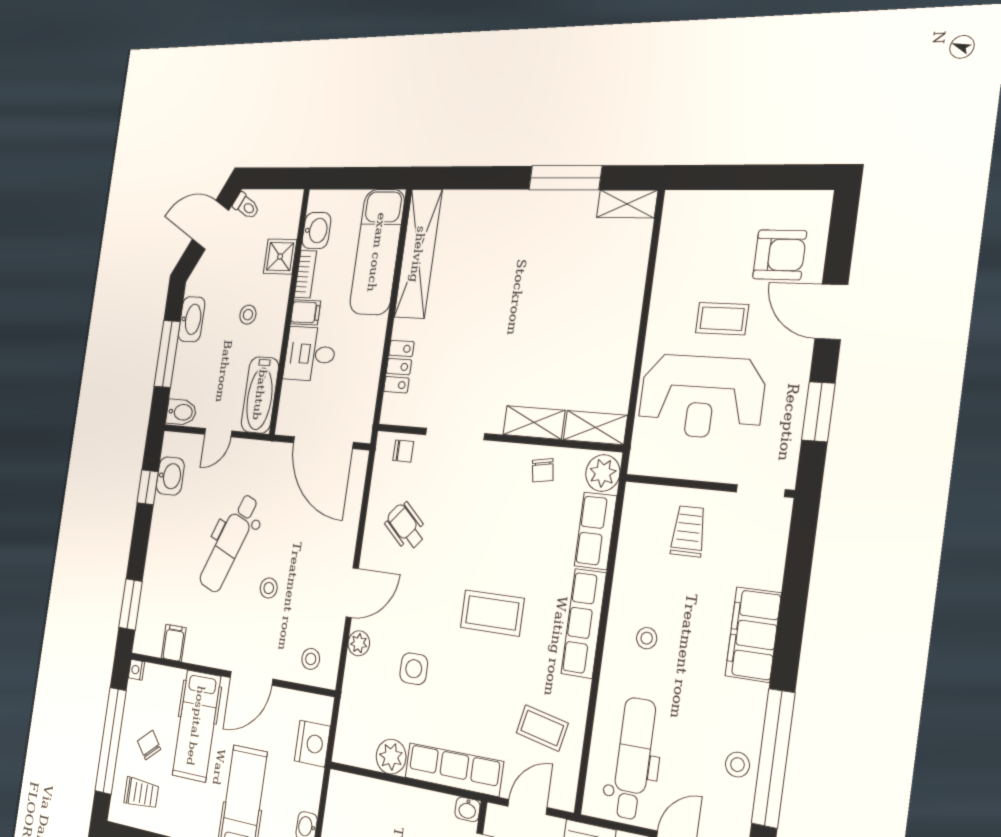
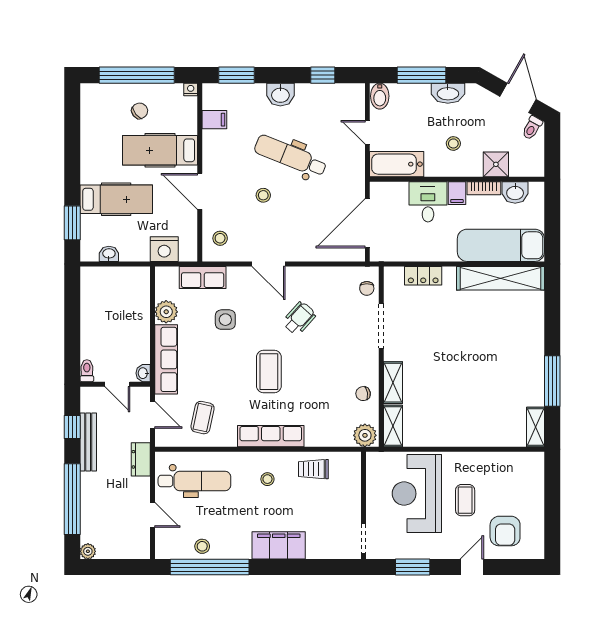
door: (831, 312) -> (472, 567), width x0.73
washbasin: (170, 476) -> (280, 95), moved
wheelchair: (406, 527) -> (299, 318), moved
row of seats: (595, 531) -> (203, 277), moved, turned 180
trolley: (688, 531) -> (313, 469), moved, turned 180
plant: (359, 643) -> (236, 275), removed
trolley: (141, 793) -> (105, 110), removed

